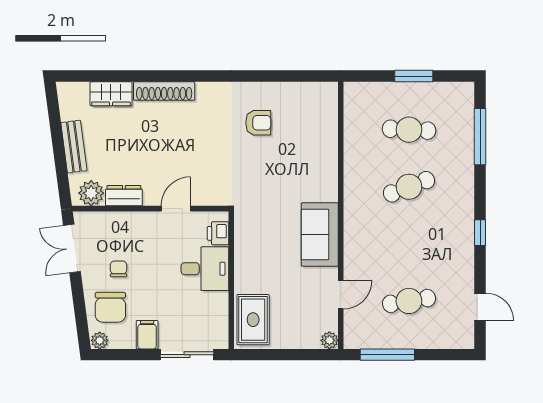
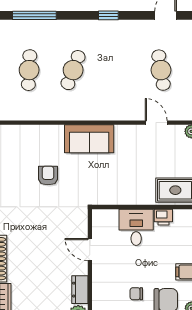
armchair: (258, 123) -> (48, 175), moved
cafe table: (409, 187) -> (73, 70), turned 42
printer: (218, 233) -> (163, 217), moved
sofa: (320, 235) -> (89, 139), moved

